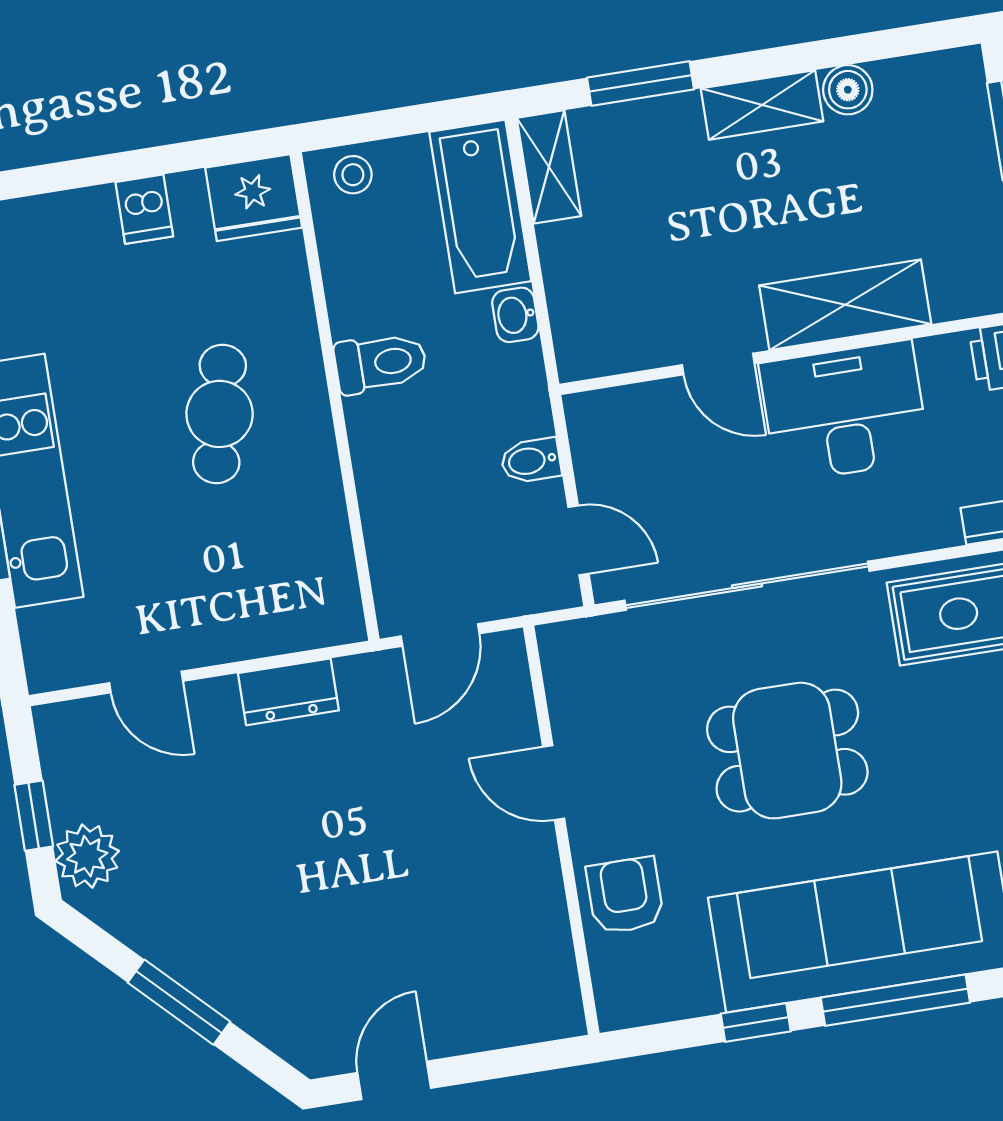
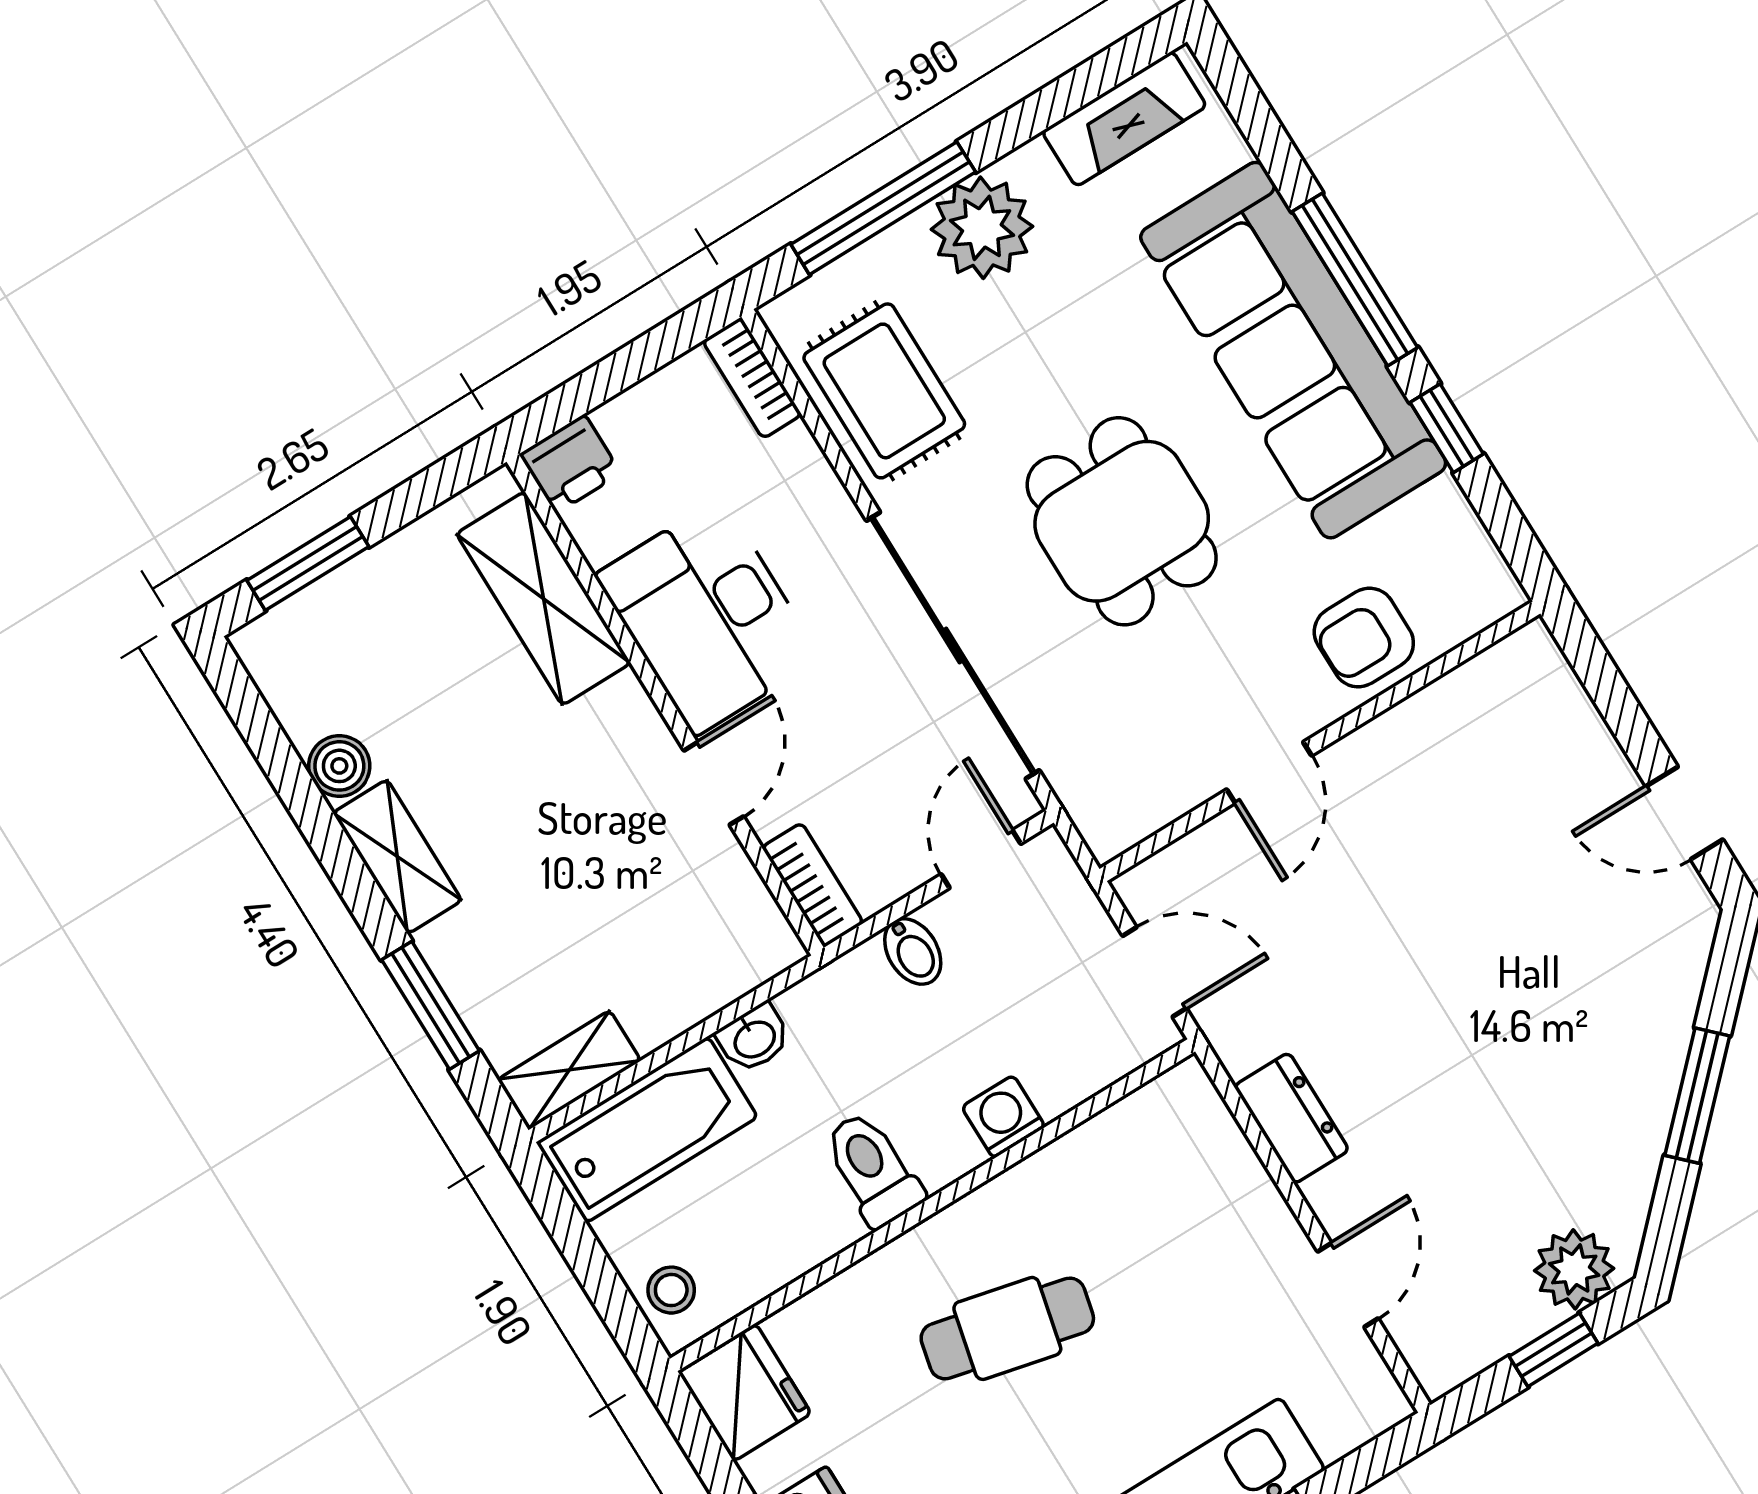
shelving: (845, 305) -> (543, 598), moved
bookcase: (612, 406) -> (813, 885), added
washing machine: (379, 477) -> (1003, 1117), added

